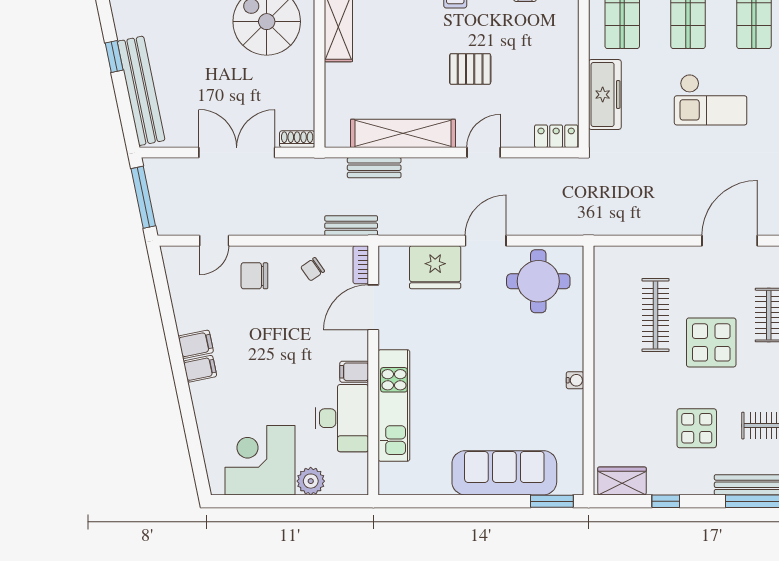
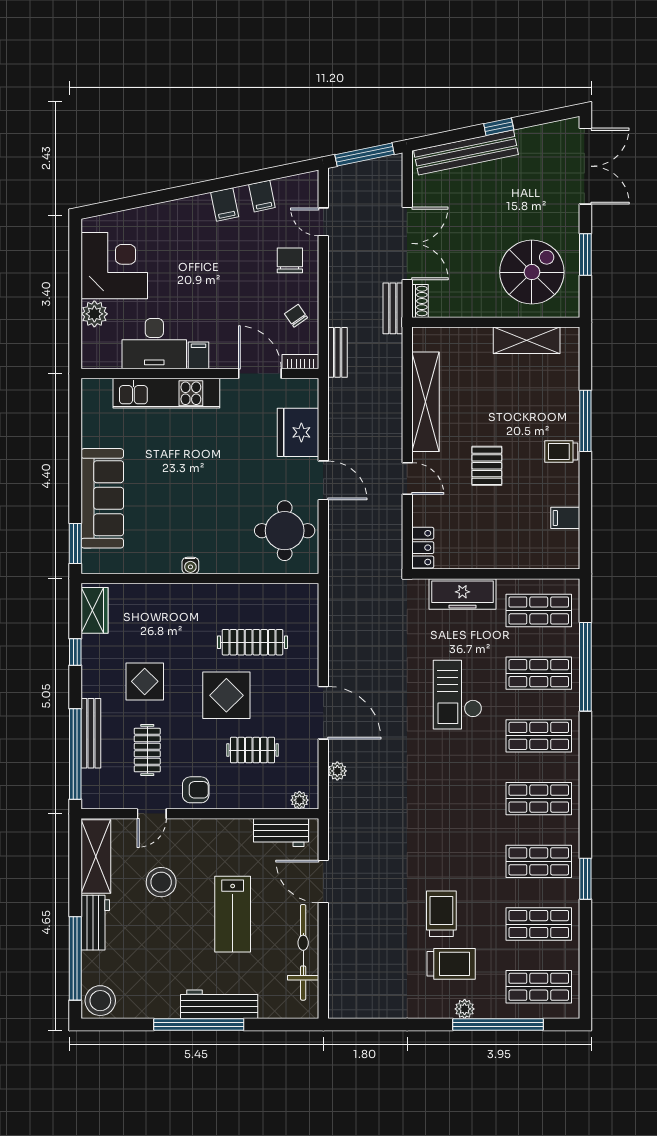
bench: (374, 168) -> (393, 308), moved
filing cabinet: (200, 369) -> (262, 196), moved

